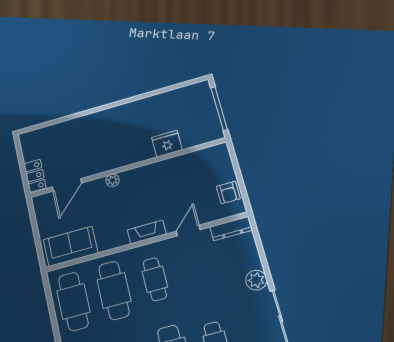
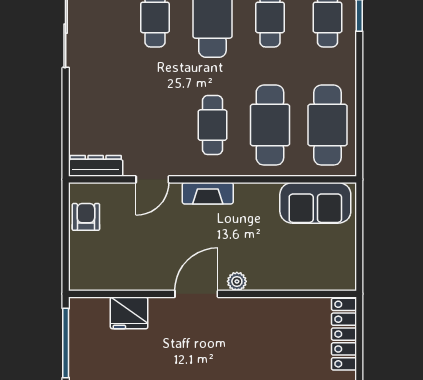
fridge: (167, 144) -> (129, 313), moved
locker: (35, 176) -> (344, 334), width x1.53
door: (67, 185) -> (196, 294), moved
plant: (256, 280) -> (82, 87), removed

